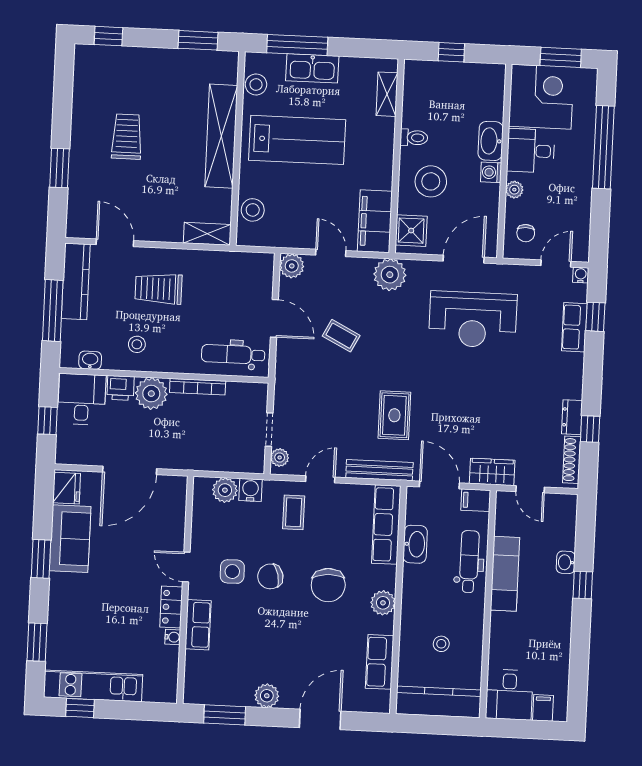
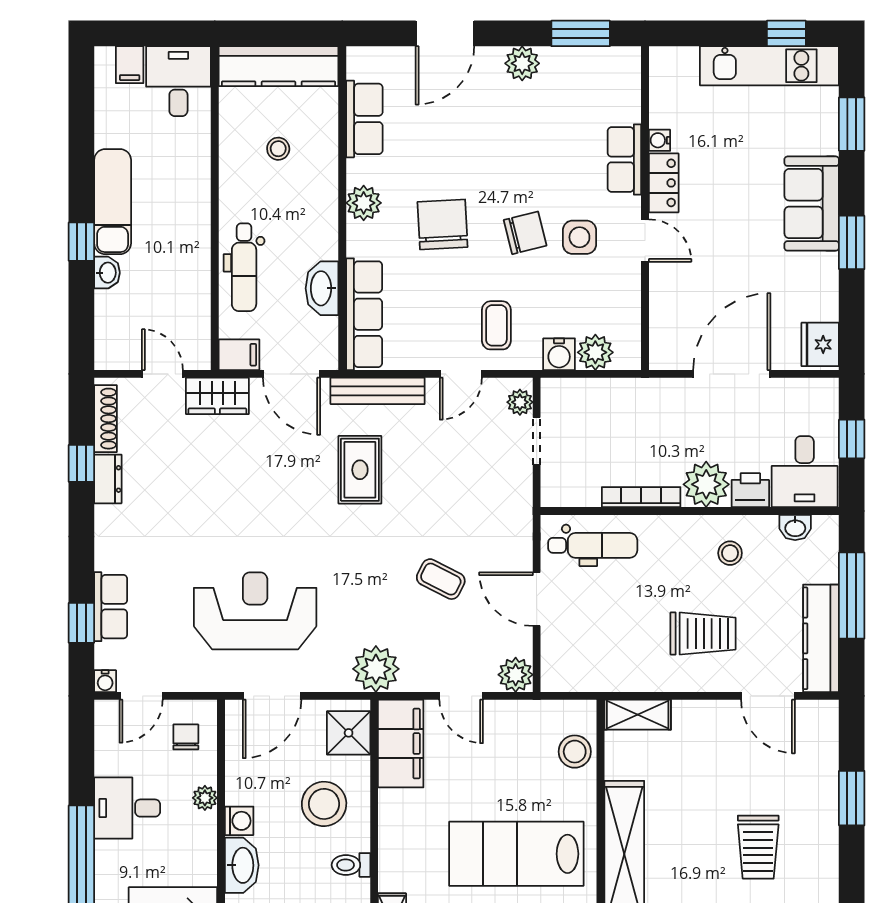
desk: (531, 151) -> (127, 808), moved, turned 180
sofa: (70, 539) -> (812, 204), moved
exam couch: (505, 574) -> (113, 202), moved, turned 180

